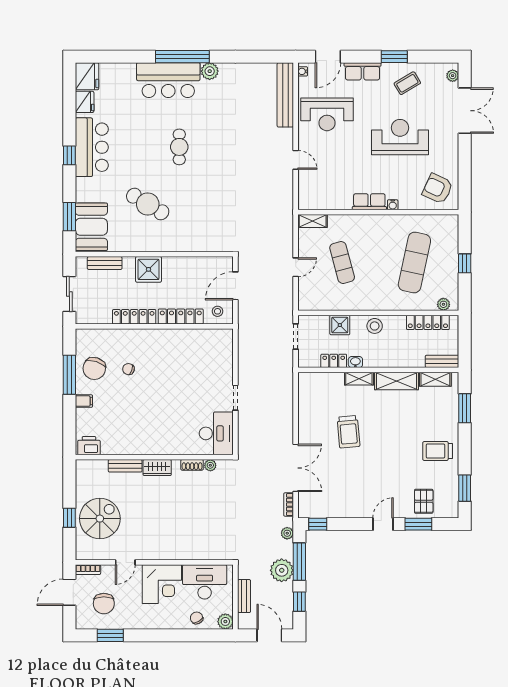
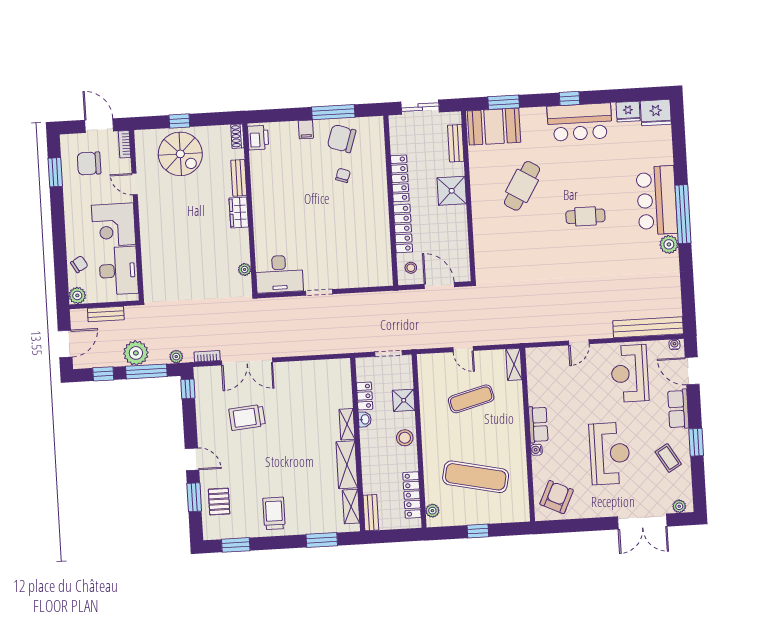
trolley: (348, 432) -> (247, 417), moved
shoe rack: (192, 465) -> (237, 136), moved
pallet: (424, 501) -> (219, 502), turned 90

